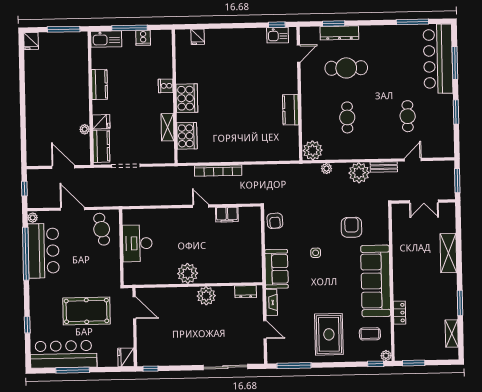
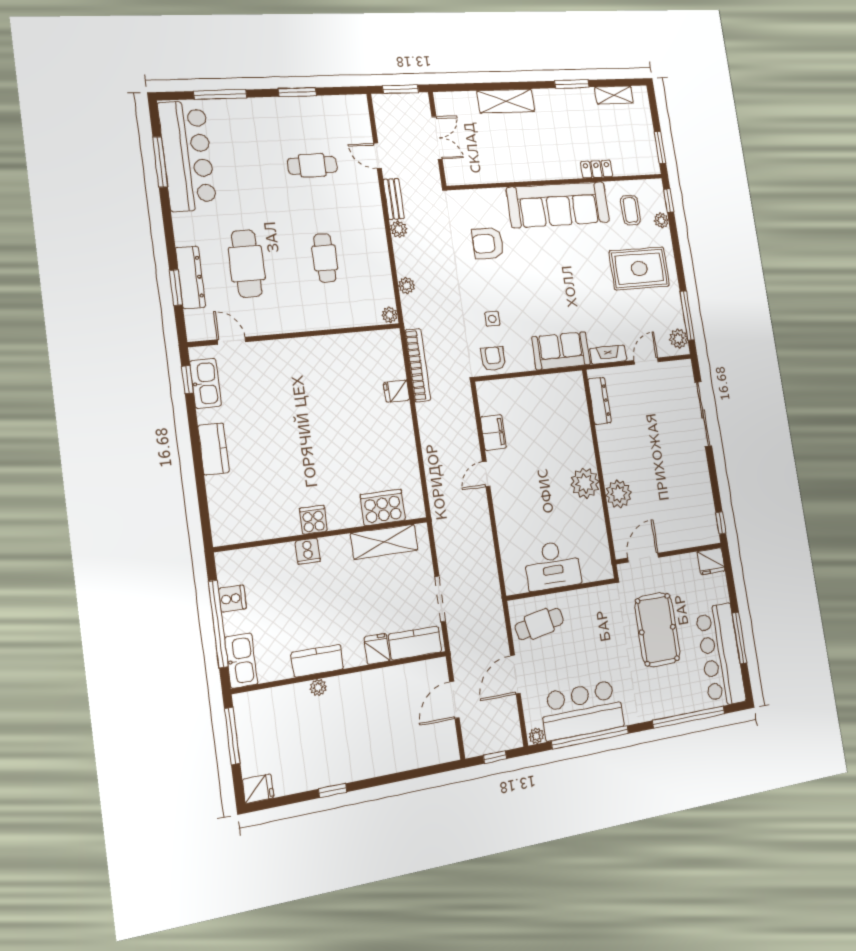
window: (130, 28) -> (218, 624), width x1.46
kitchen sink: (278, 35) -> (206, 383), width x1.38
fridge: (198, 37) -> (396, 391), moved, turned 180
bar counter: (438, 59) -> (187, 156), moved, turned -90
window: (22, 85) -> (333, 790), added
cooker: (187, 98) -> (313, 520), width x0.53, depth x0.76
kitchen counter: (291, 110) -> (214, 449), moved, turned -90
cafe table: (347, 117) -> (325, 258), turned 90
shelving: (168, 127) -> (384, 542), width x1.50, depth x1.33
plant: (85, 129) -> (318, 687), moved
plant: (313, 150) -> (390, 315), width x0.53, depth x0.53
bookcase: (218, 171) -> (418, 365), moved
plant: (359, 173) -> (399, 229), width x0.53, depth x0.53
armchair: (275, 221) -> (493, 359), turned -86
side table: (316, 253) -> (492, 319), moved
dresser: (246, 292) -> (600, 401), width x1.44
plant: (206, 296) -> (619, 494), moved
window: (27, 325) -> (689, 717), width x3.17
plant: (279, 356) -> (678, 339), added
plant: (386, 356) -> (661, 220), moved

